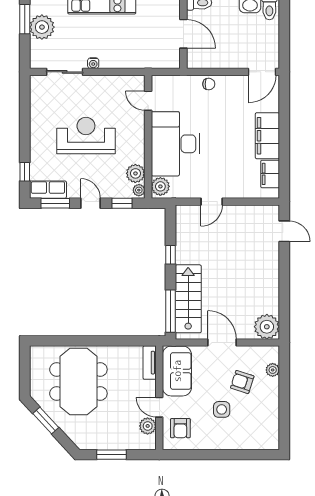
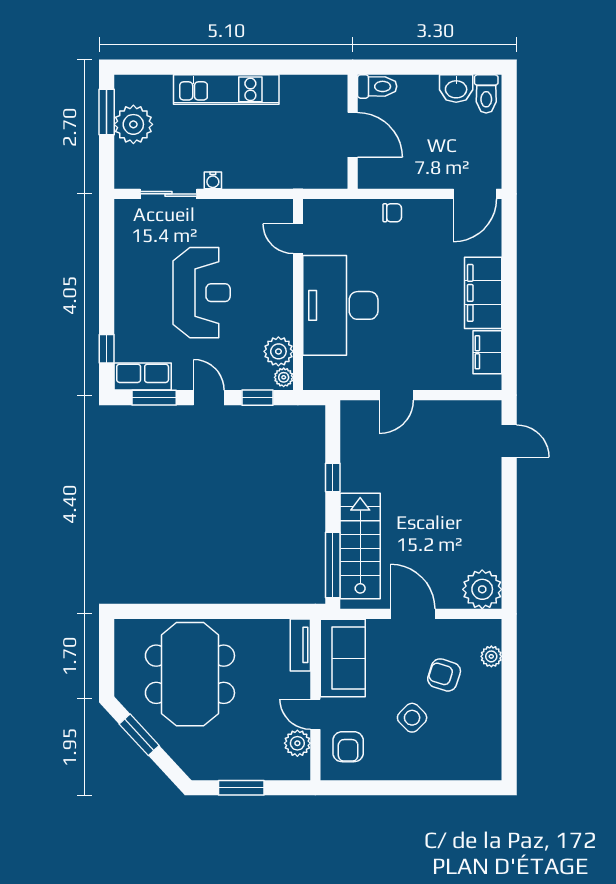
reception desk: (86, 136) -> (202, 293), turned 90
plant: (160, 186) -> (317, 372), removed
side table: (222, 409) -> (412, 718), turned 45

